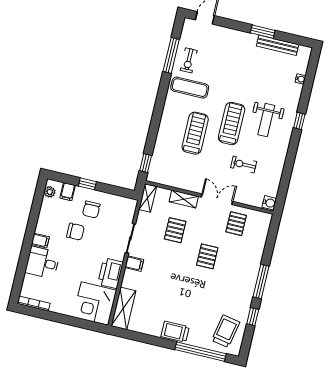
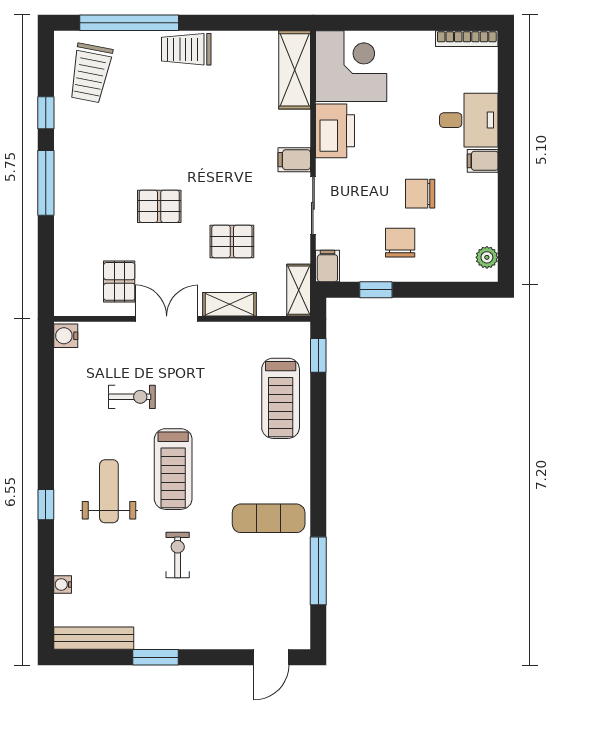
bench: (278, 45) -> (94, 638), moved
exercise bike: (189, 60) -> (178, 555), moved
treadmill: (195, 133) -> (281, 398), moved
window: (87, 184) -> (376, 290), moved
filing cabinet: (68, 192) -> (327, 266), moved
double door: (217, 199) -> (167, 319), swing flipped
pallet: (175, 230) -> (232, 241), turned 90
pallet: (207, 256) -> (159, 206), turned 90
trolley: (175, 332) -> (186, 49), turned 180

